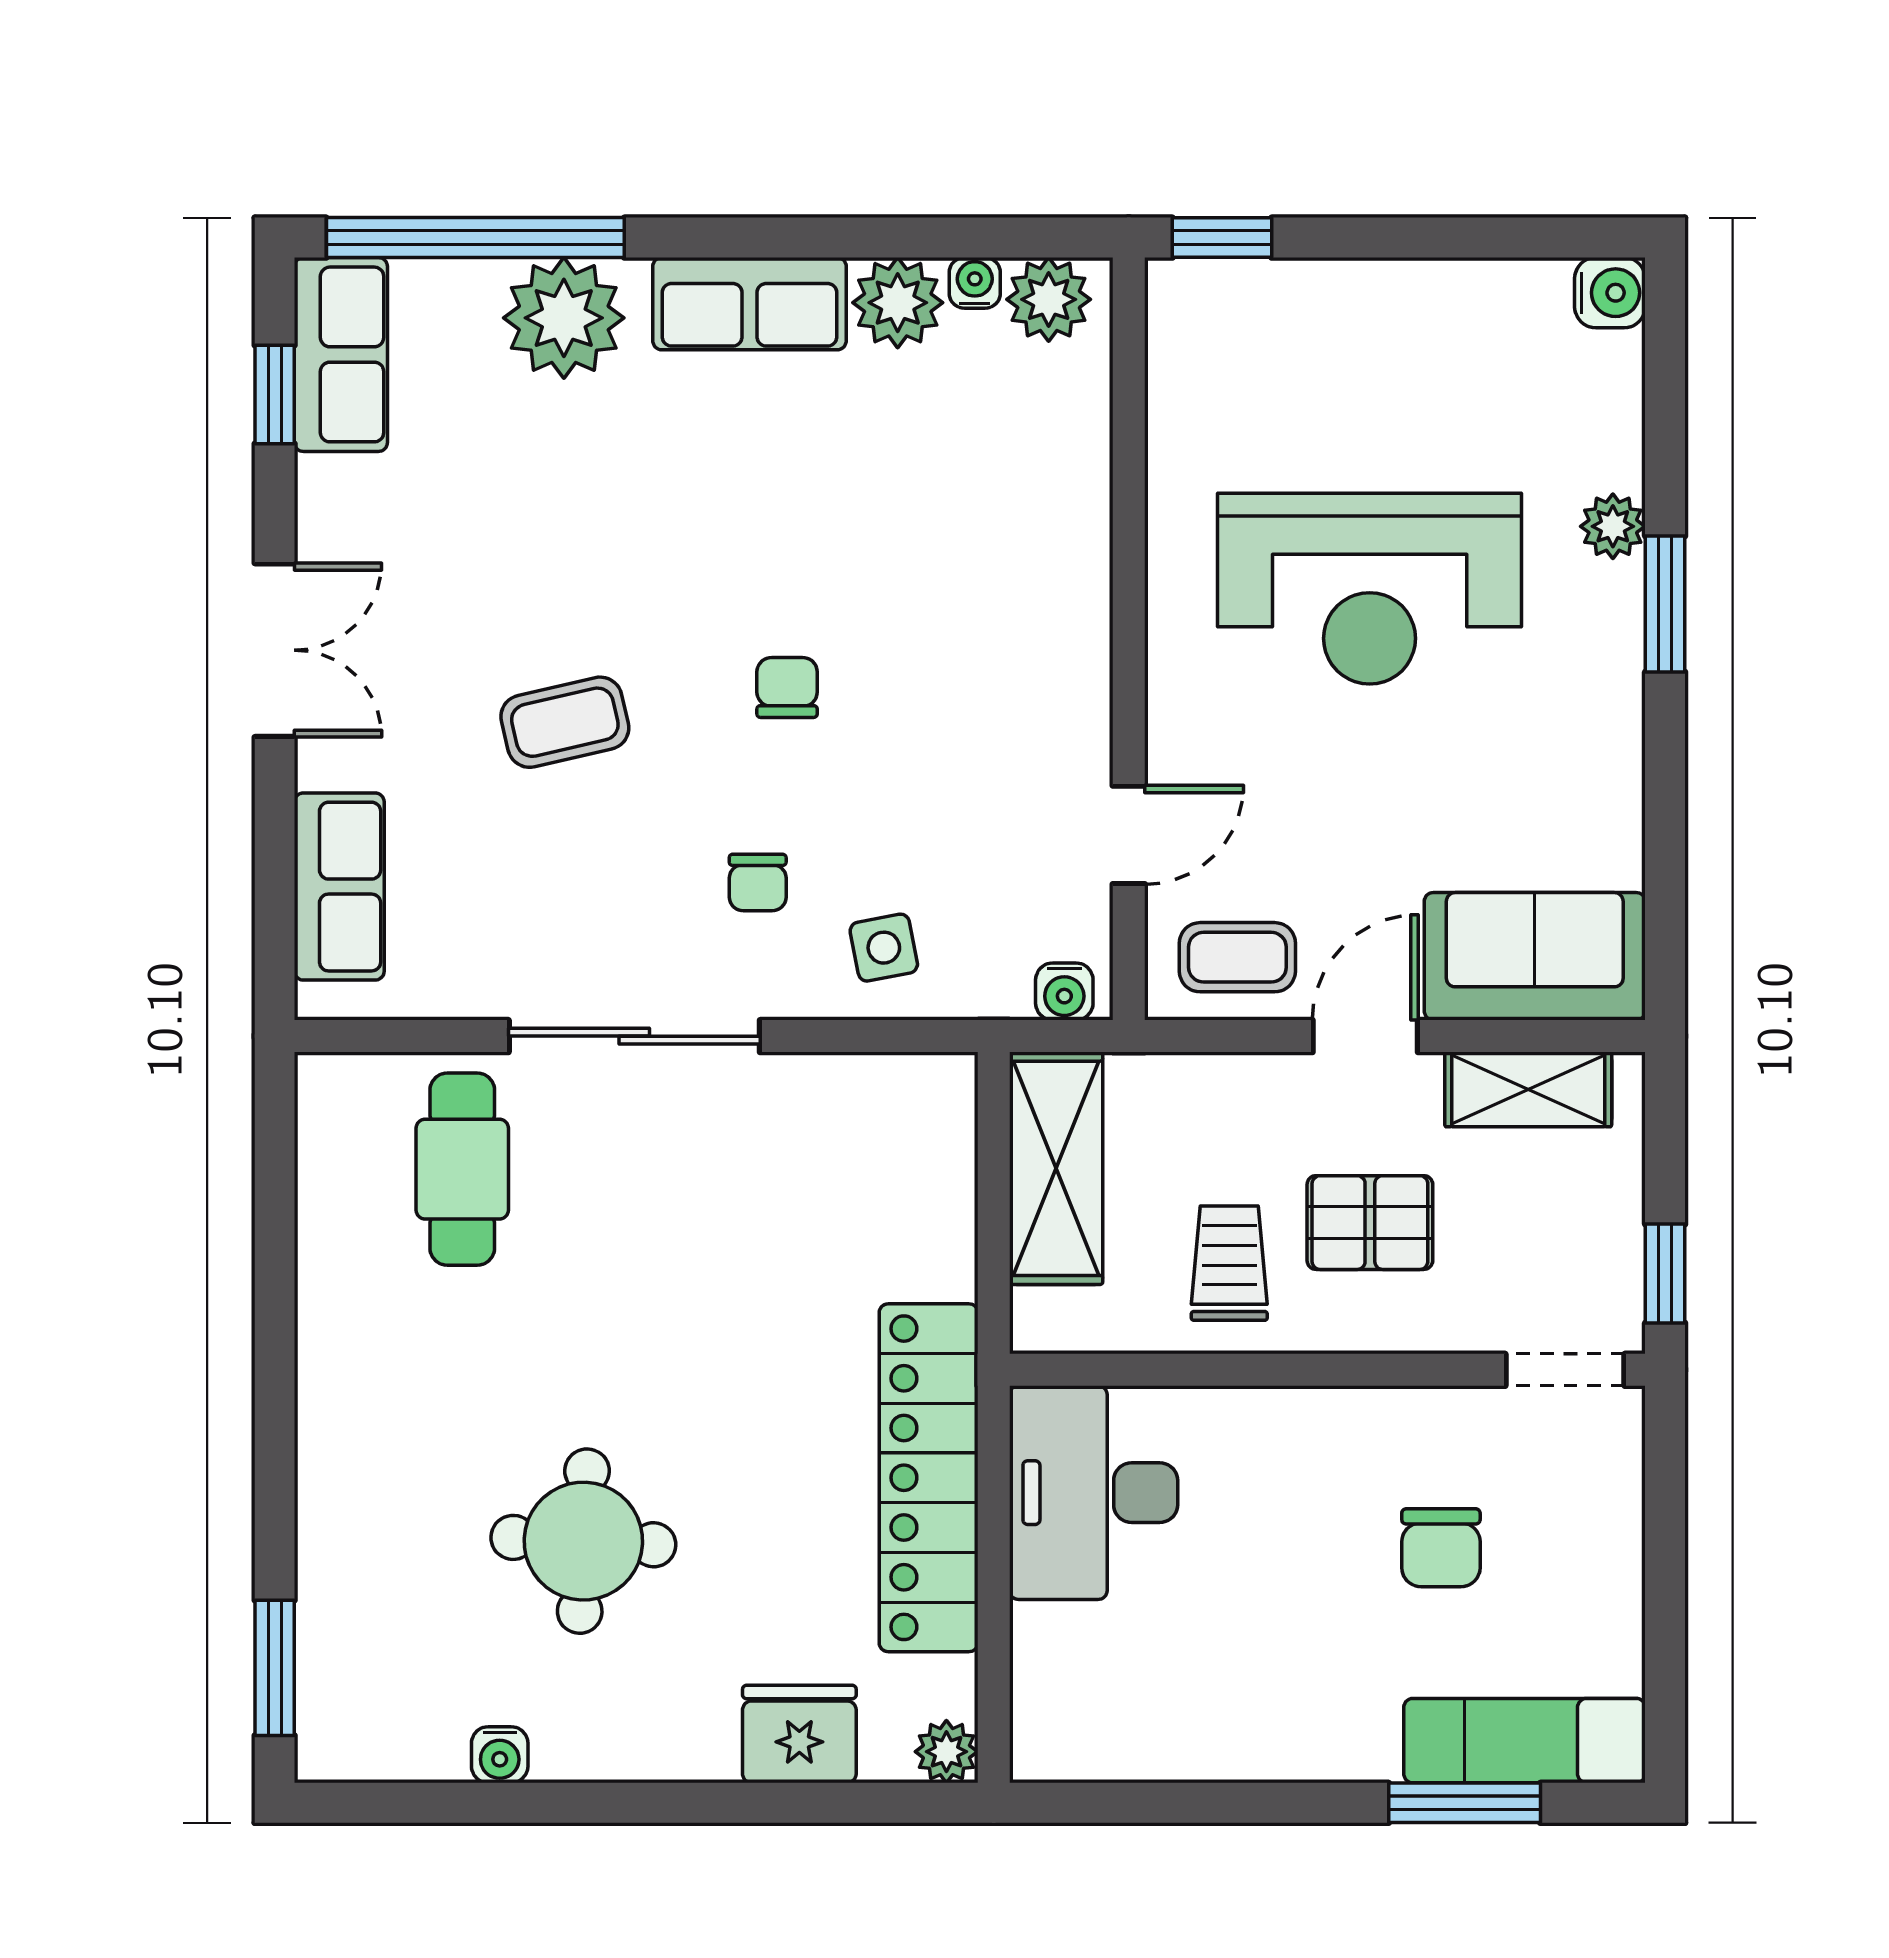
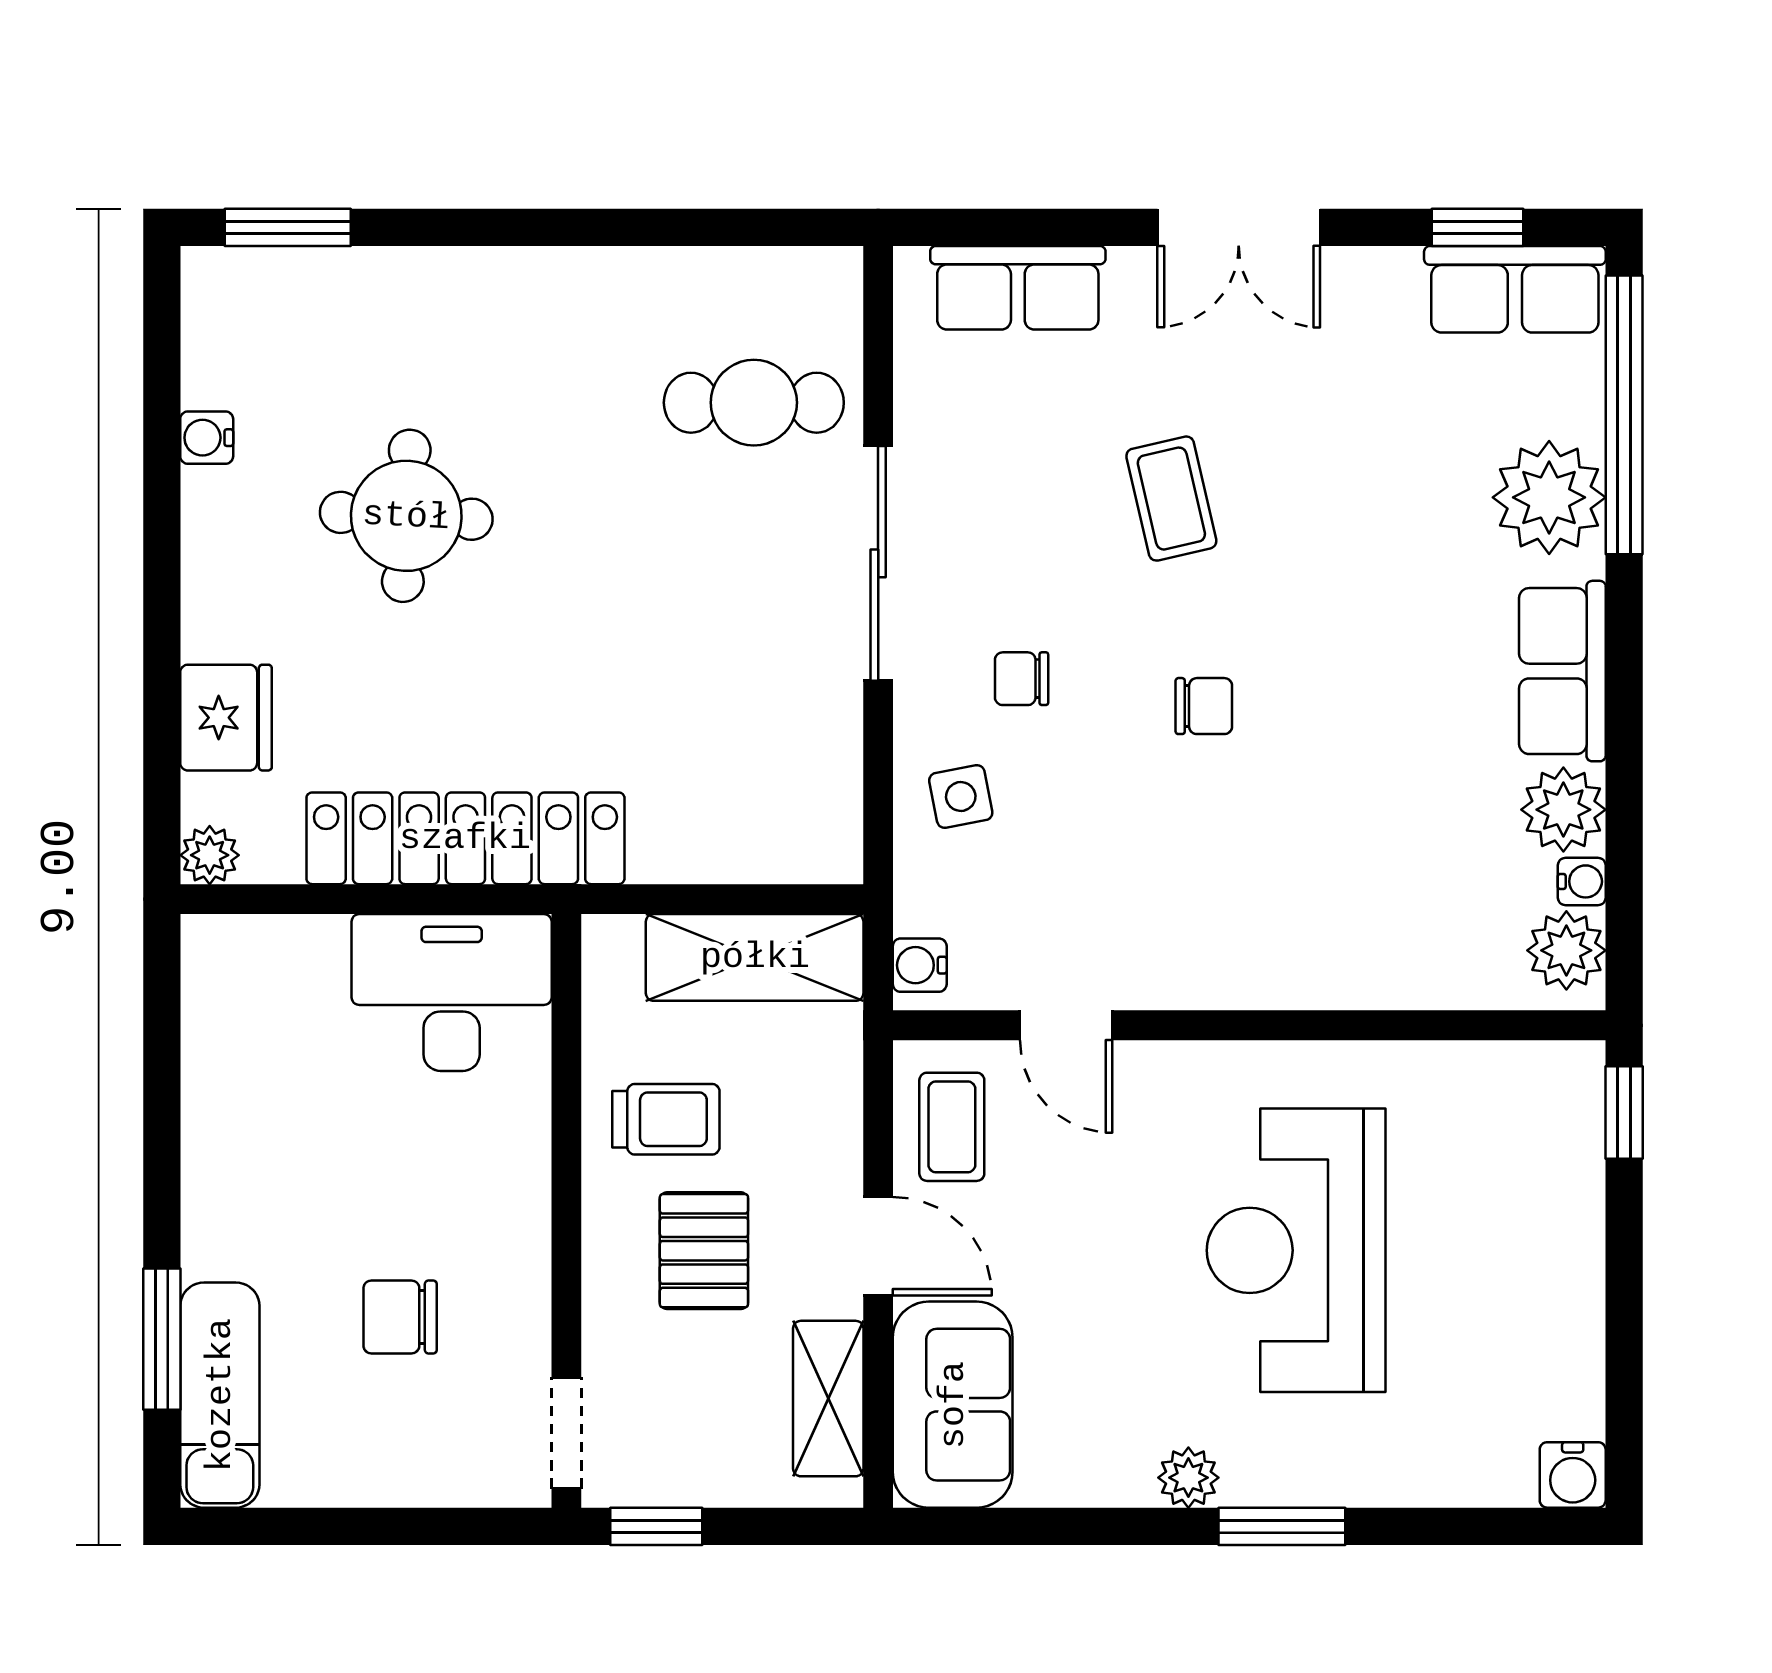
plant: (1613, 526) -> (1188, 1478), moved

